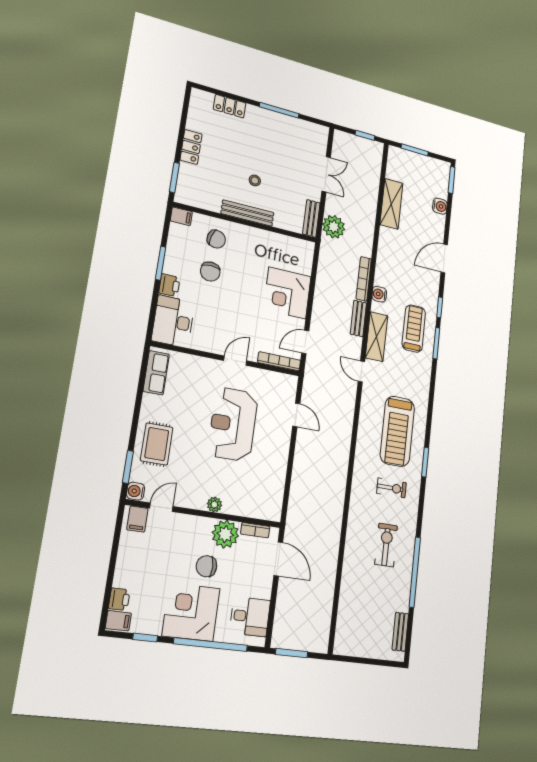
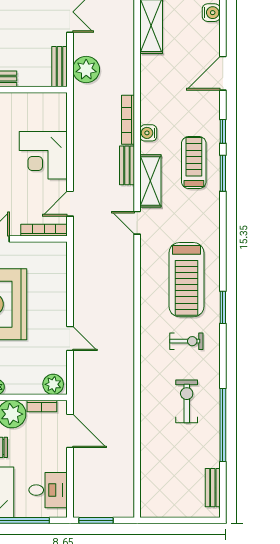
door: (296, 415) -> (70, 339), moved
plant: (268, 510) -> (53, 384), added

